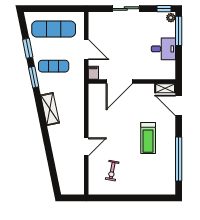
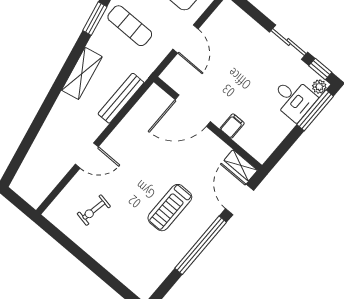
sliding door: (126, 9) -> (288, 42), moved
desk: (163, 49) -> (294, 99), moved
filing cabinet: (93, 73) -> (232, 126), moved
bench: (79, 105) -> (121, 98), added
window: (179, 159) -> (201, 245), moved

